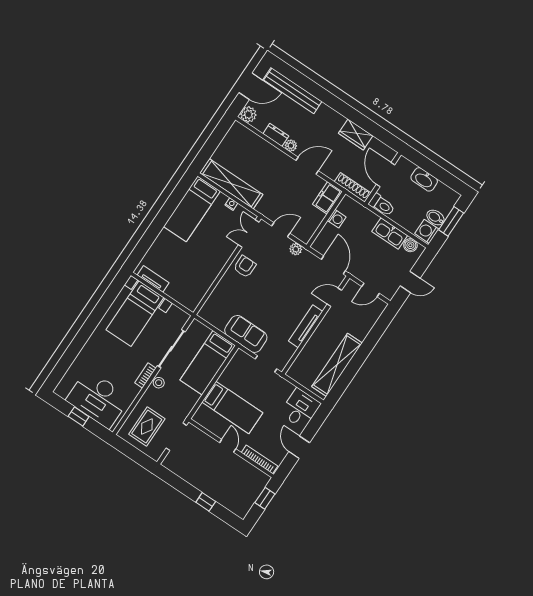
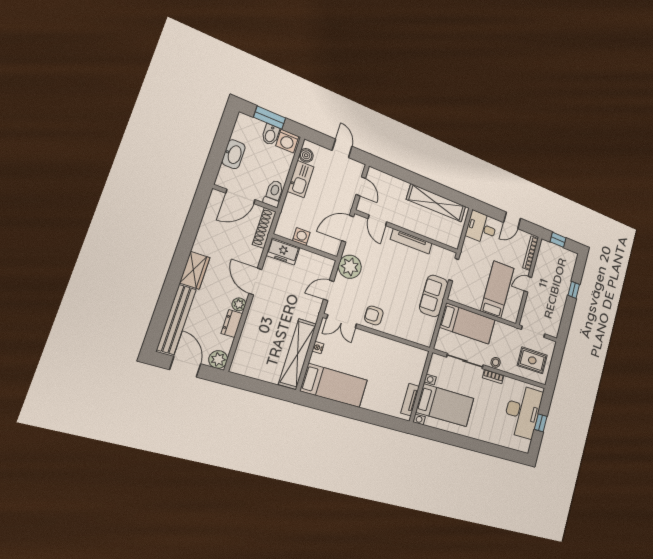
wardrobe: (356, 134) -> (195, 270), moved
door: (281, 230) -> (329, 290), hinge flipped
plant: (296, 249) -> (350, 267), width x1.87, depth x1.87

